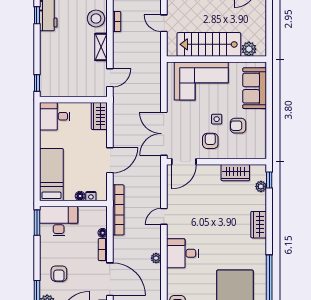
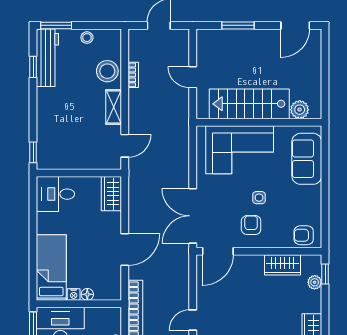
armchair: (238, 126) -> (304, 235), moved
nightstand: (91, 196) -> (74, 295), moved

